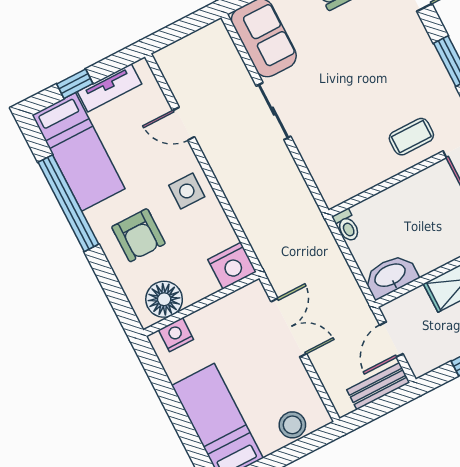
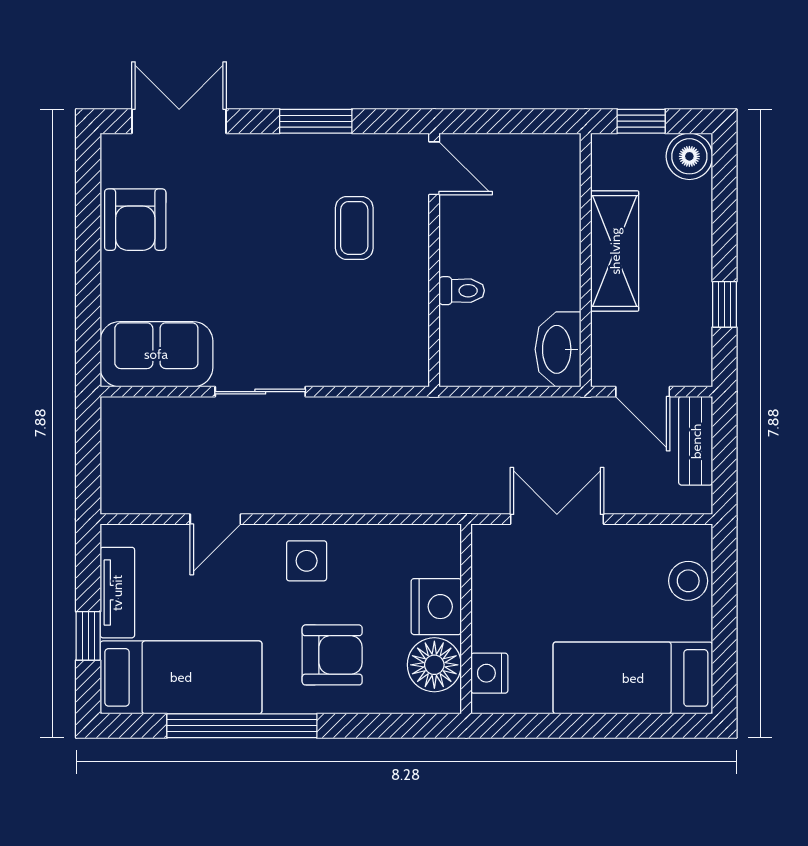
coffee table: (411, 137) -> (354, 228), moved
toilet: (347, 226) -> (462, 291), moved
nightstand: (232, 266) -> (436, 607), moved

